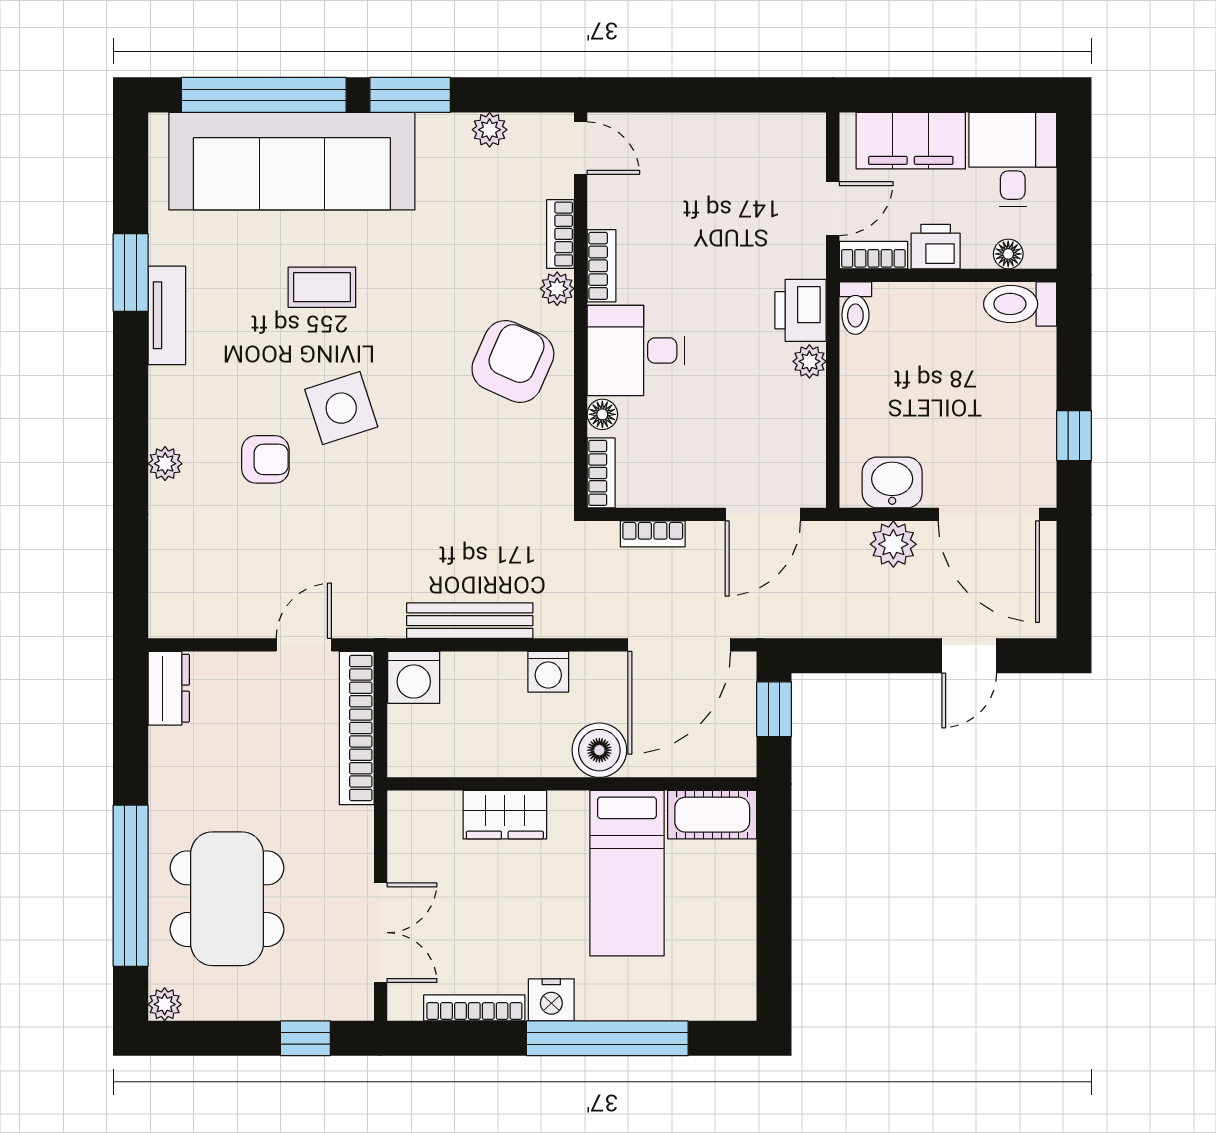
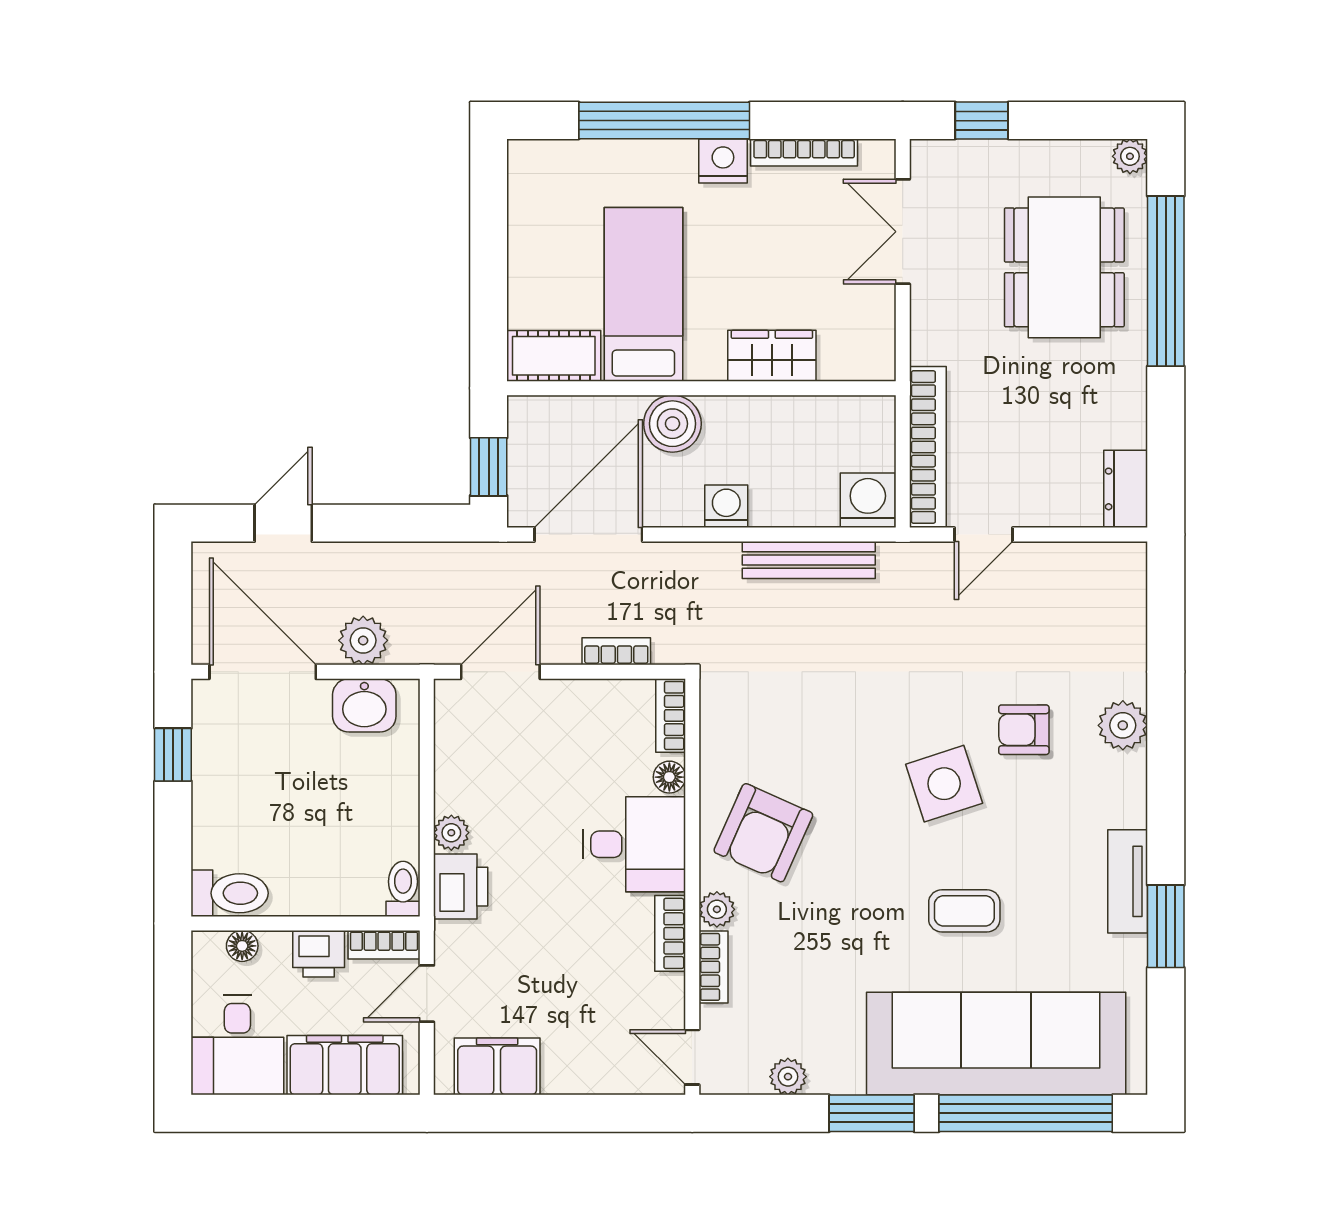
filing cabinet: (766, 139) -> (497, 1066), added
plant: (165, 464) -> (1123, 725), width x1.38, depth x1.38

